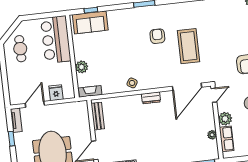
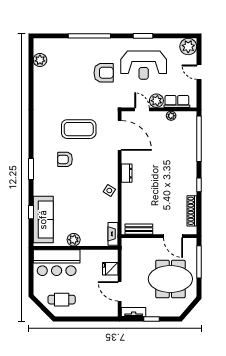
window: (91, 10) -> (31, 212), moved
sofa: (90, 22) -> (43, 220), width x1.36
plant: (82, 67) -> (74, 240), moved
door: (214, 95) -> (142, 109), moved

